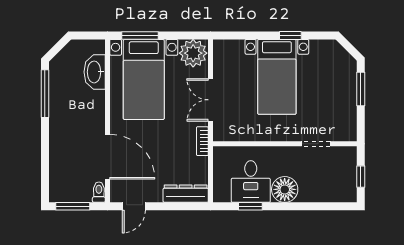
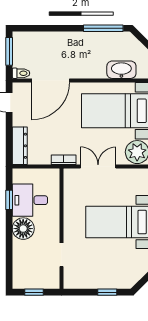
window: (361, 89) -> (107, 292), width x0.67

